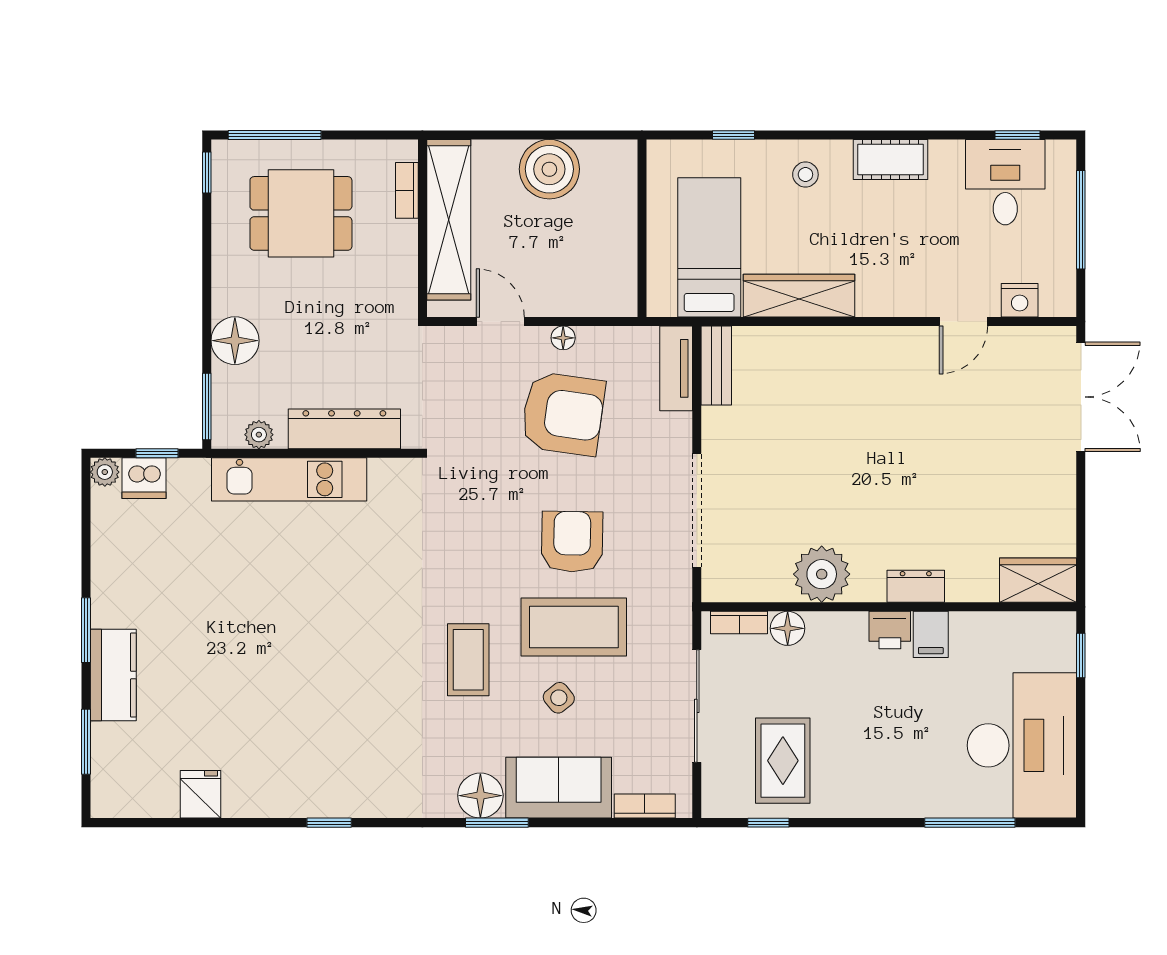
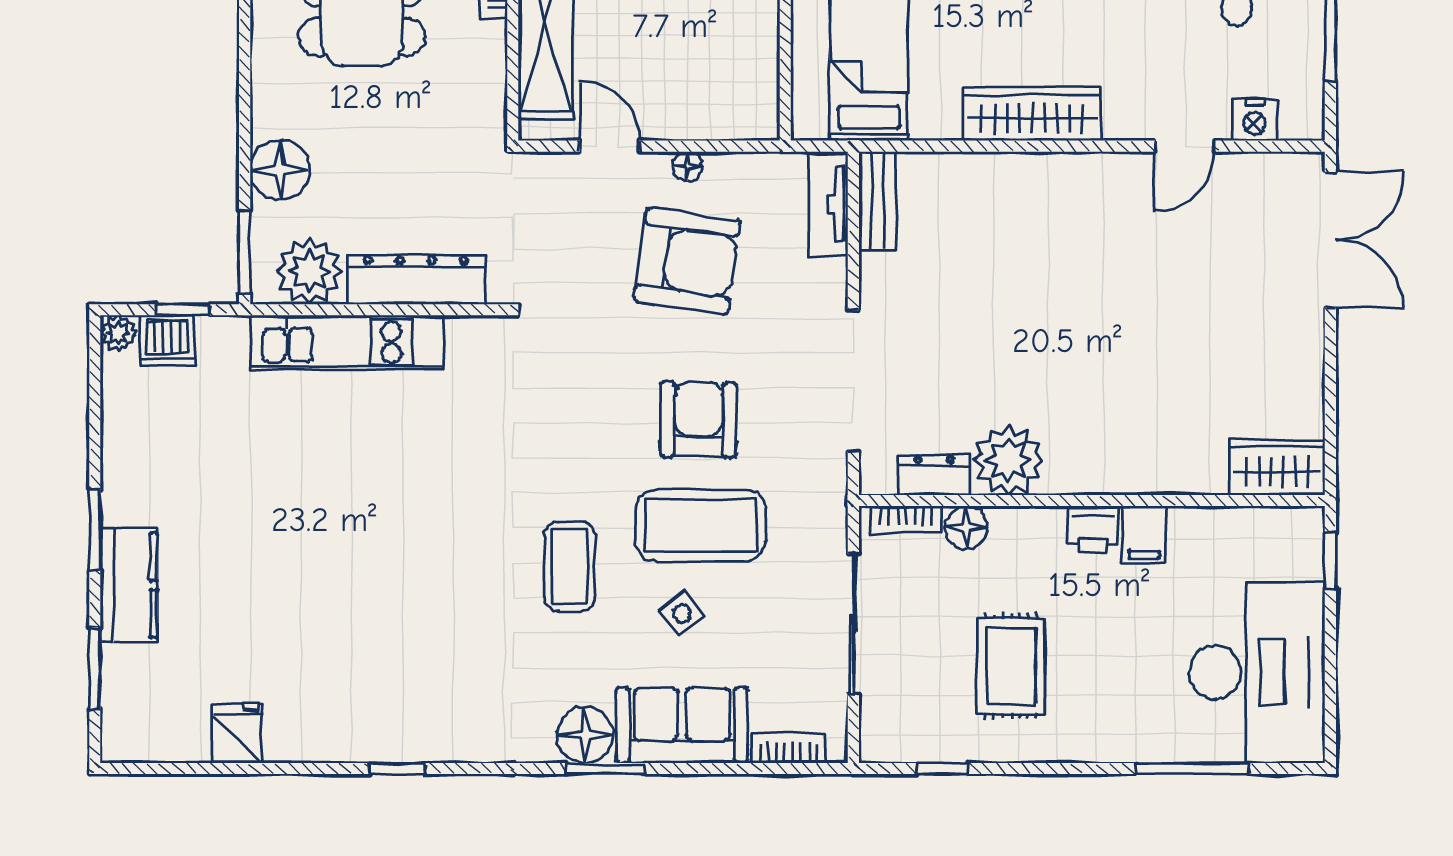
wardrobe: (799, 296) -> (1032, 114), moved
plant: (259, 435) -> (310, 271), width x1.87, depth x1.87
dresser: (916, 586) -> (934, 475), moved
rug: (783, 761) -> (1011, 666), moved

